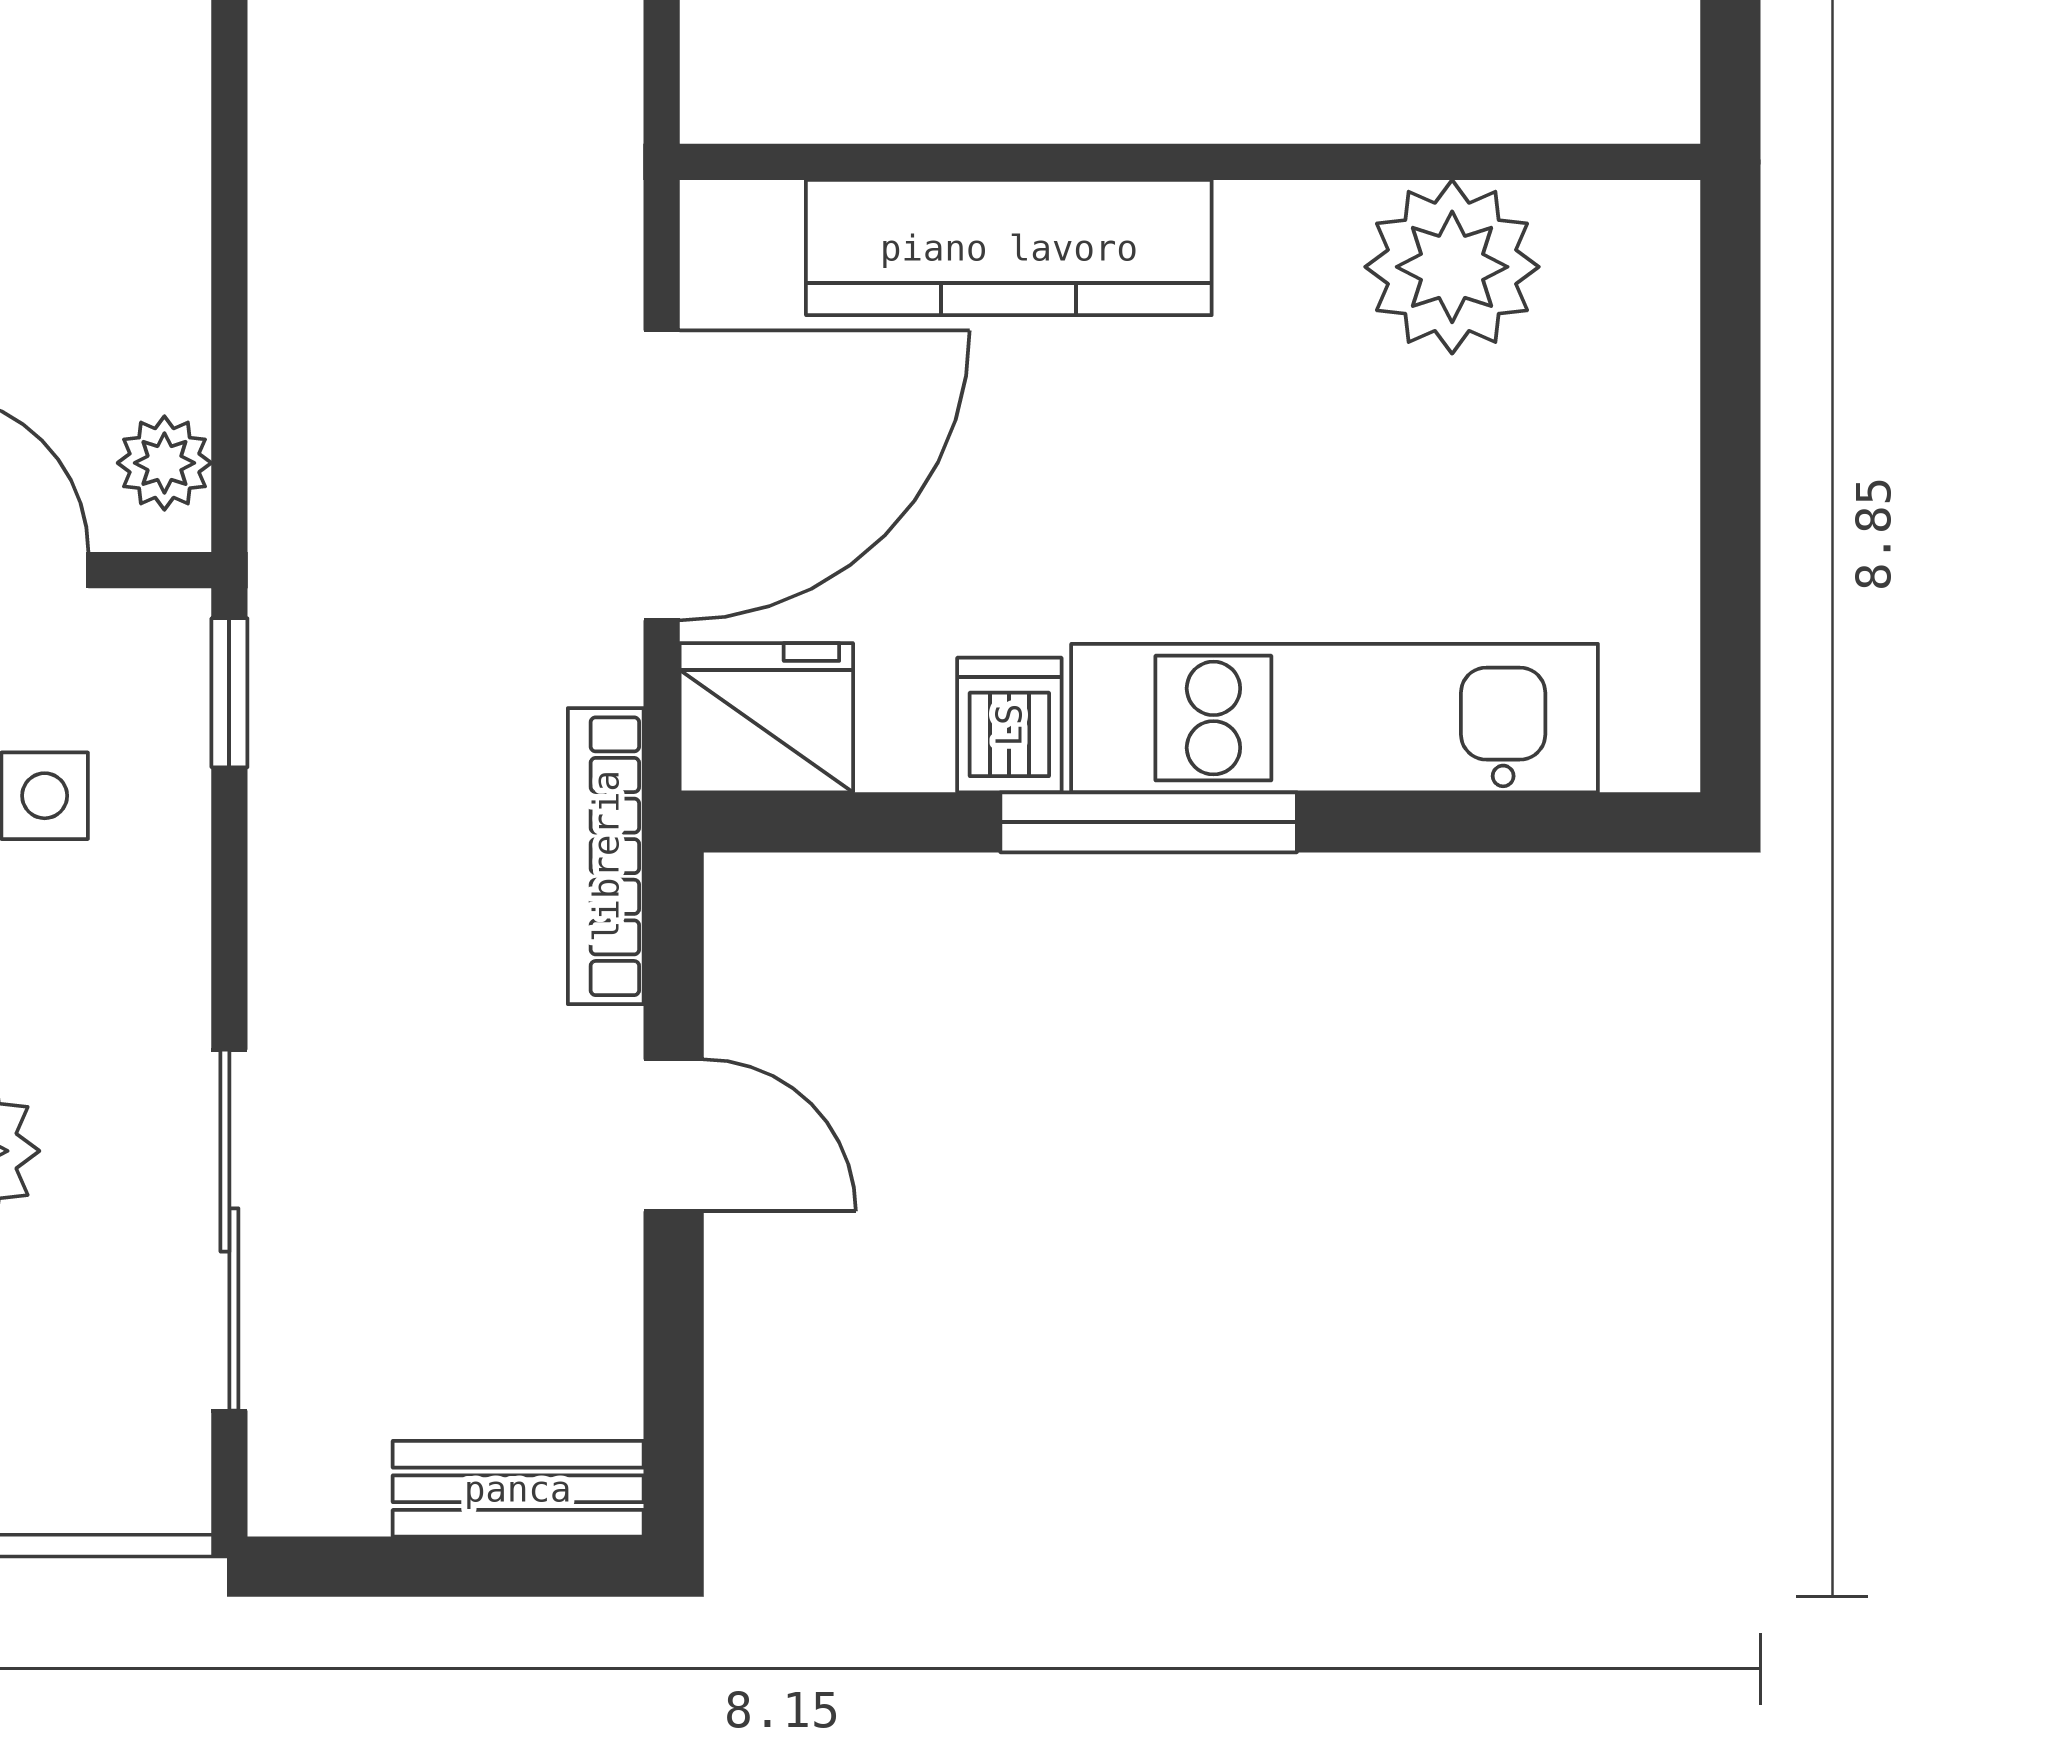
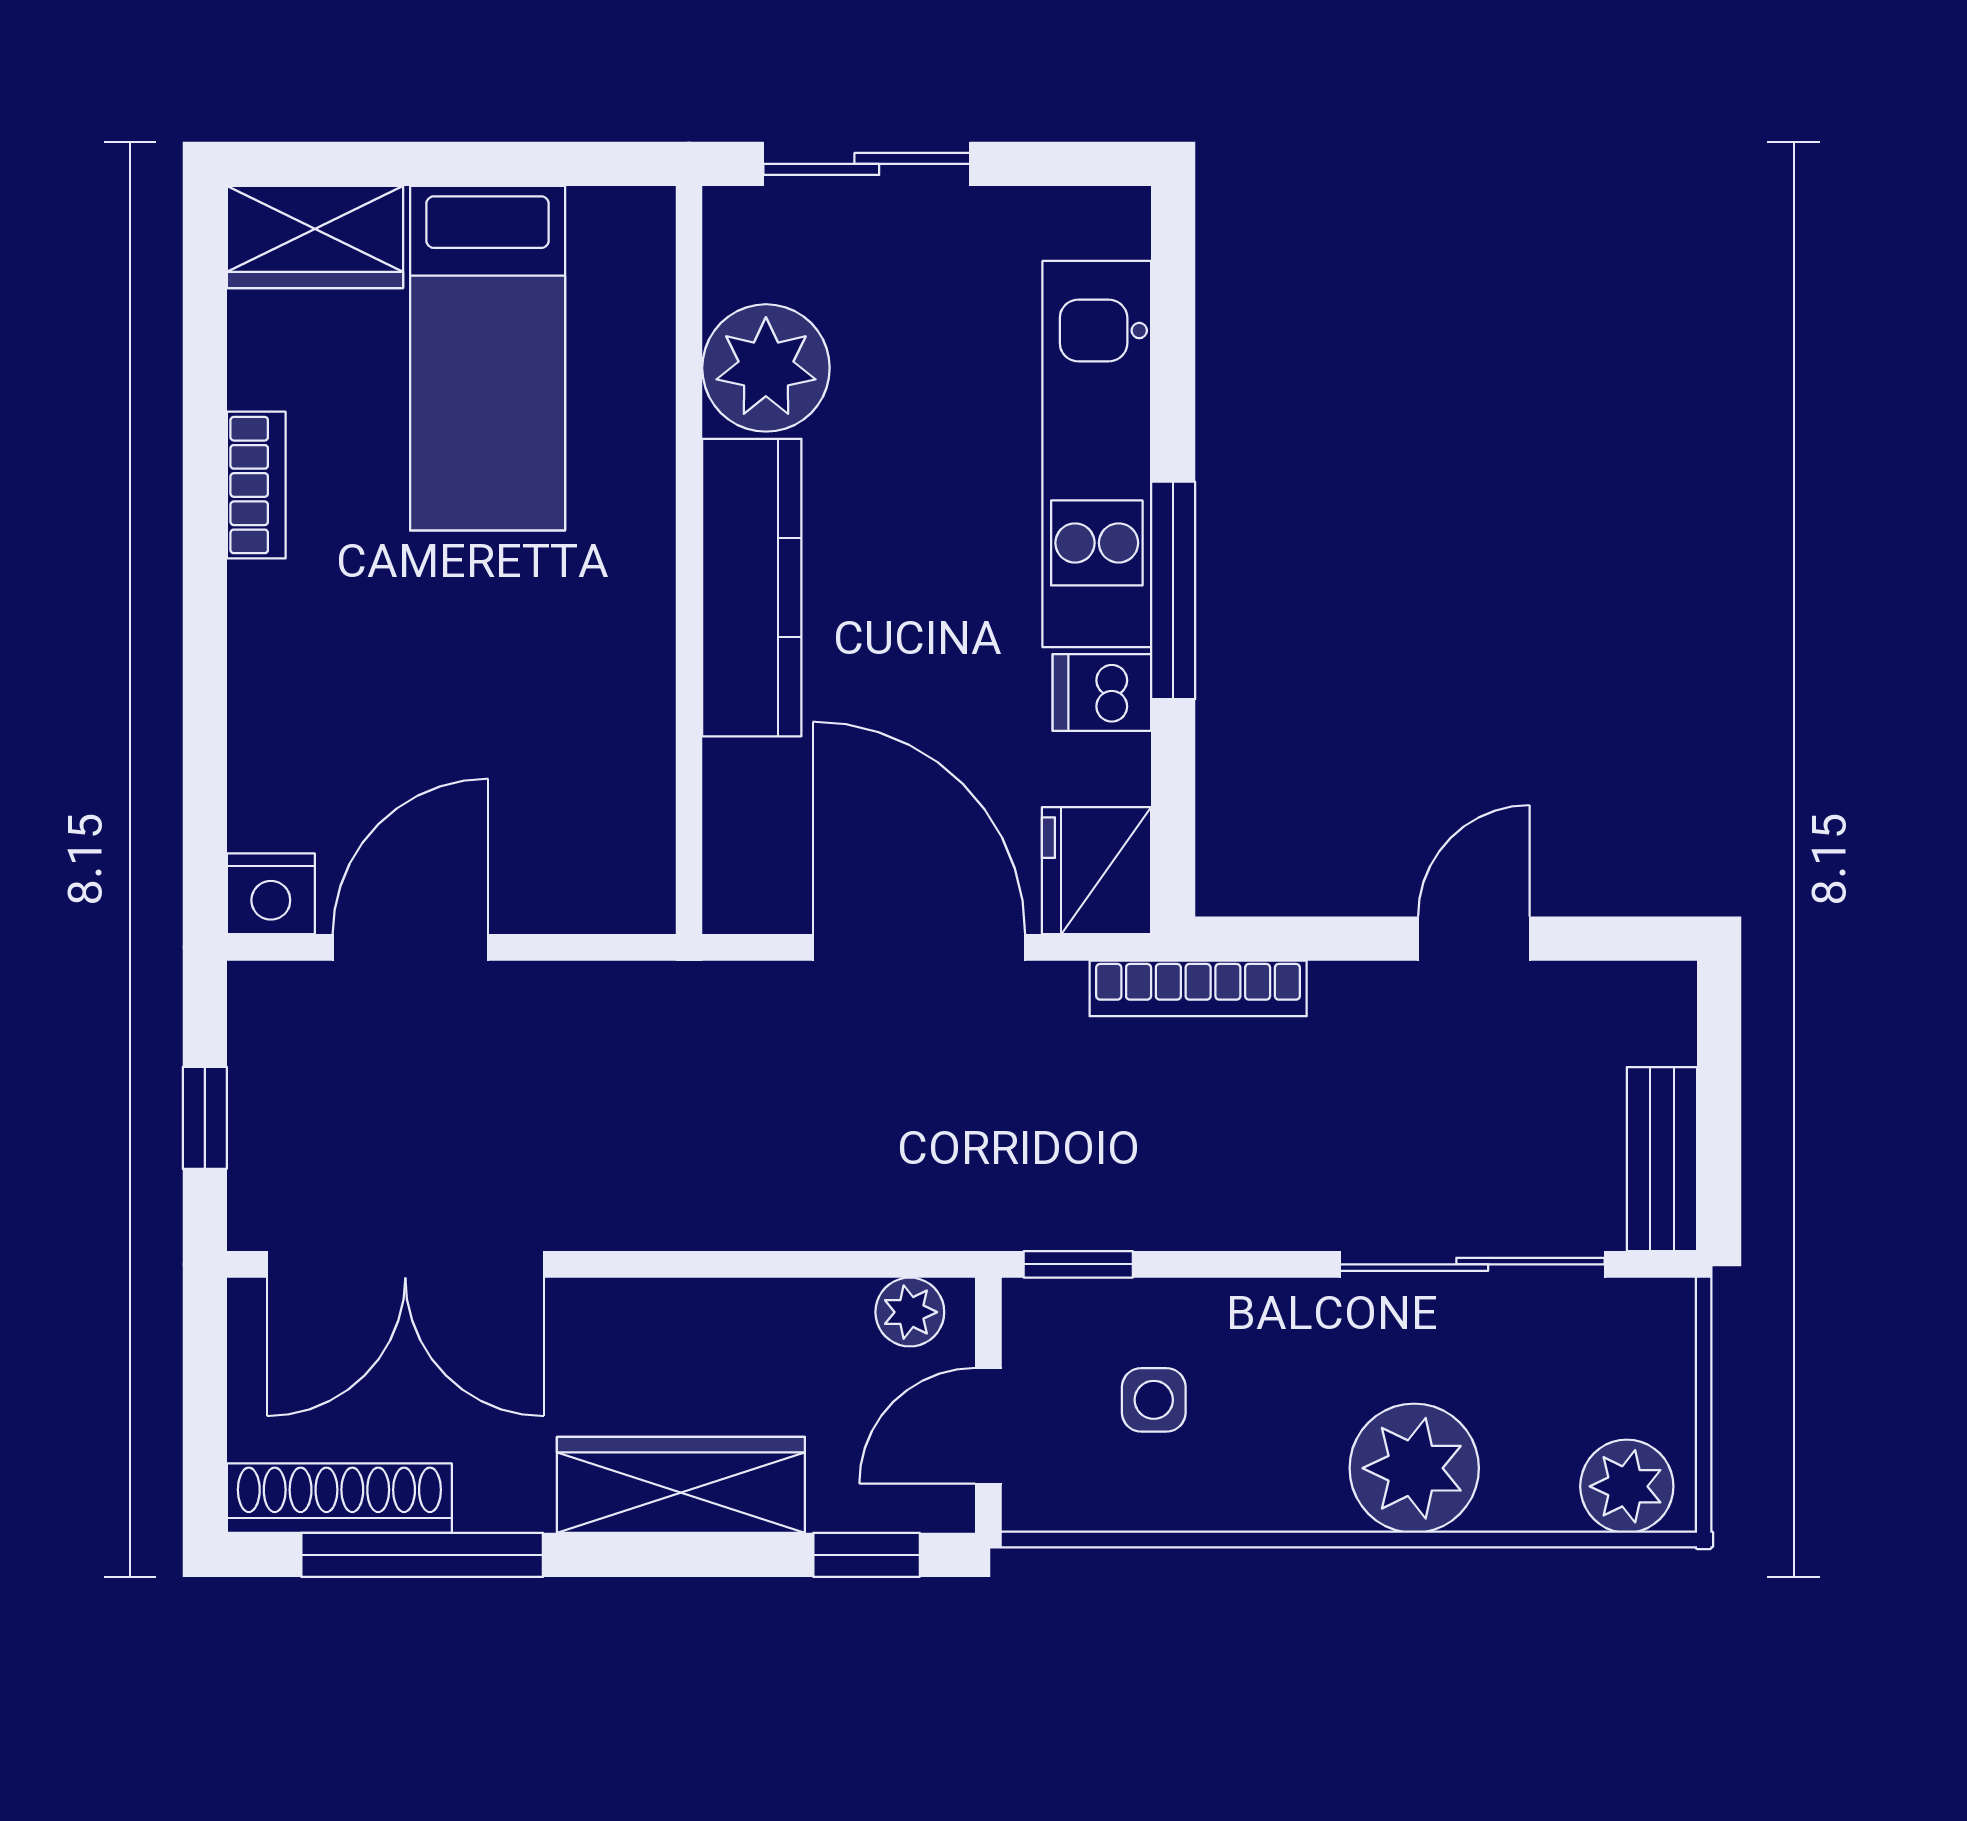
kitchen counter: (1009, 248) -> (752, 588), moved
sliding door: (1730, 404) -> (867, 164), added
door: (674, 1135) -> (1474, 939), moved
bench: (518, 1489) -> (1662, 1159), moved

